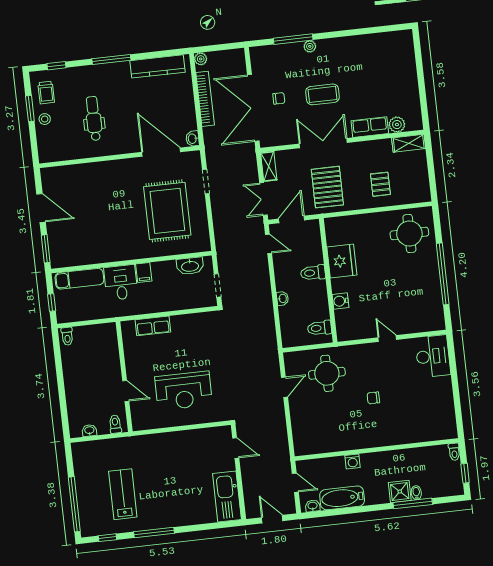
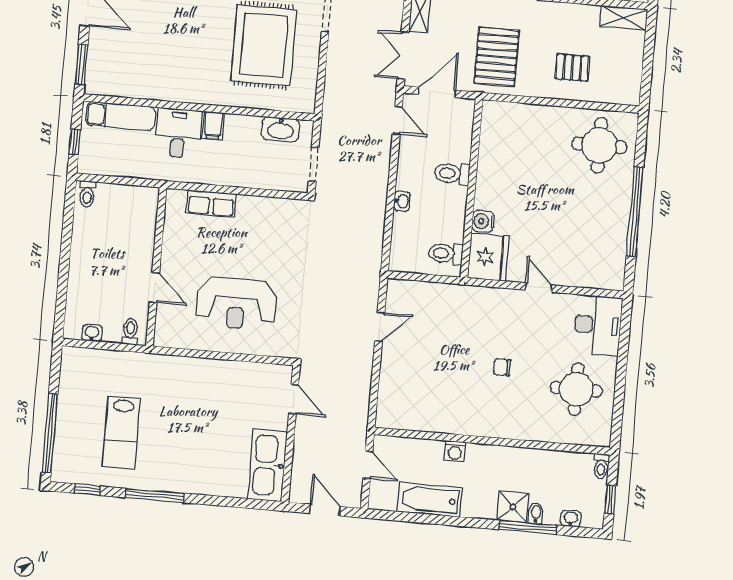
pallet: (380, 184) -> (572, 68), turned 90
fridge: (342, 261) -> (488, 257), moved
round table: (327, 373) -> (576, 389), moved
lab bench: (123, 494) -> (121, 433), turned 180
washbasin: (313, 506) -> (571, 519), moved

